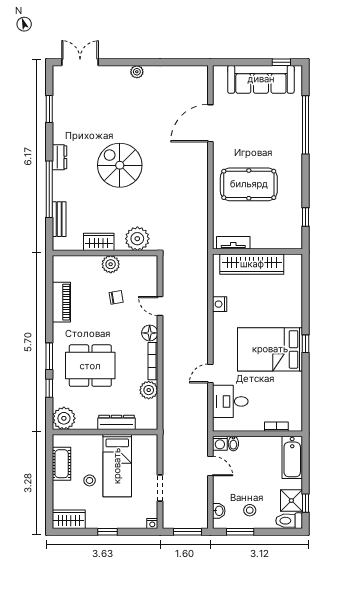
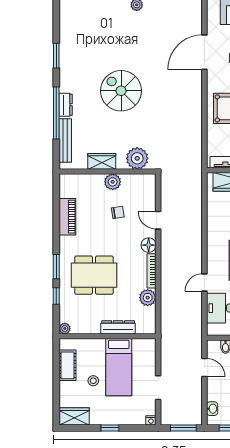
window: (49, 109) -> (56, 56), moved
dresser: (60, 157) -> (66, 105), moved
bench: (59, 219) -> (65, 140), width x1.36
nightstand: (220, 304) -> (213, 219), removed
plant: (64, 418) -> (65, 328), width x0.53, depth x0.53
washing machine: (220, 443) -> (213, 346), removed

